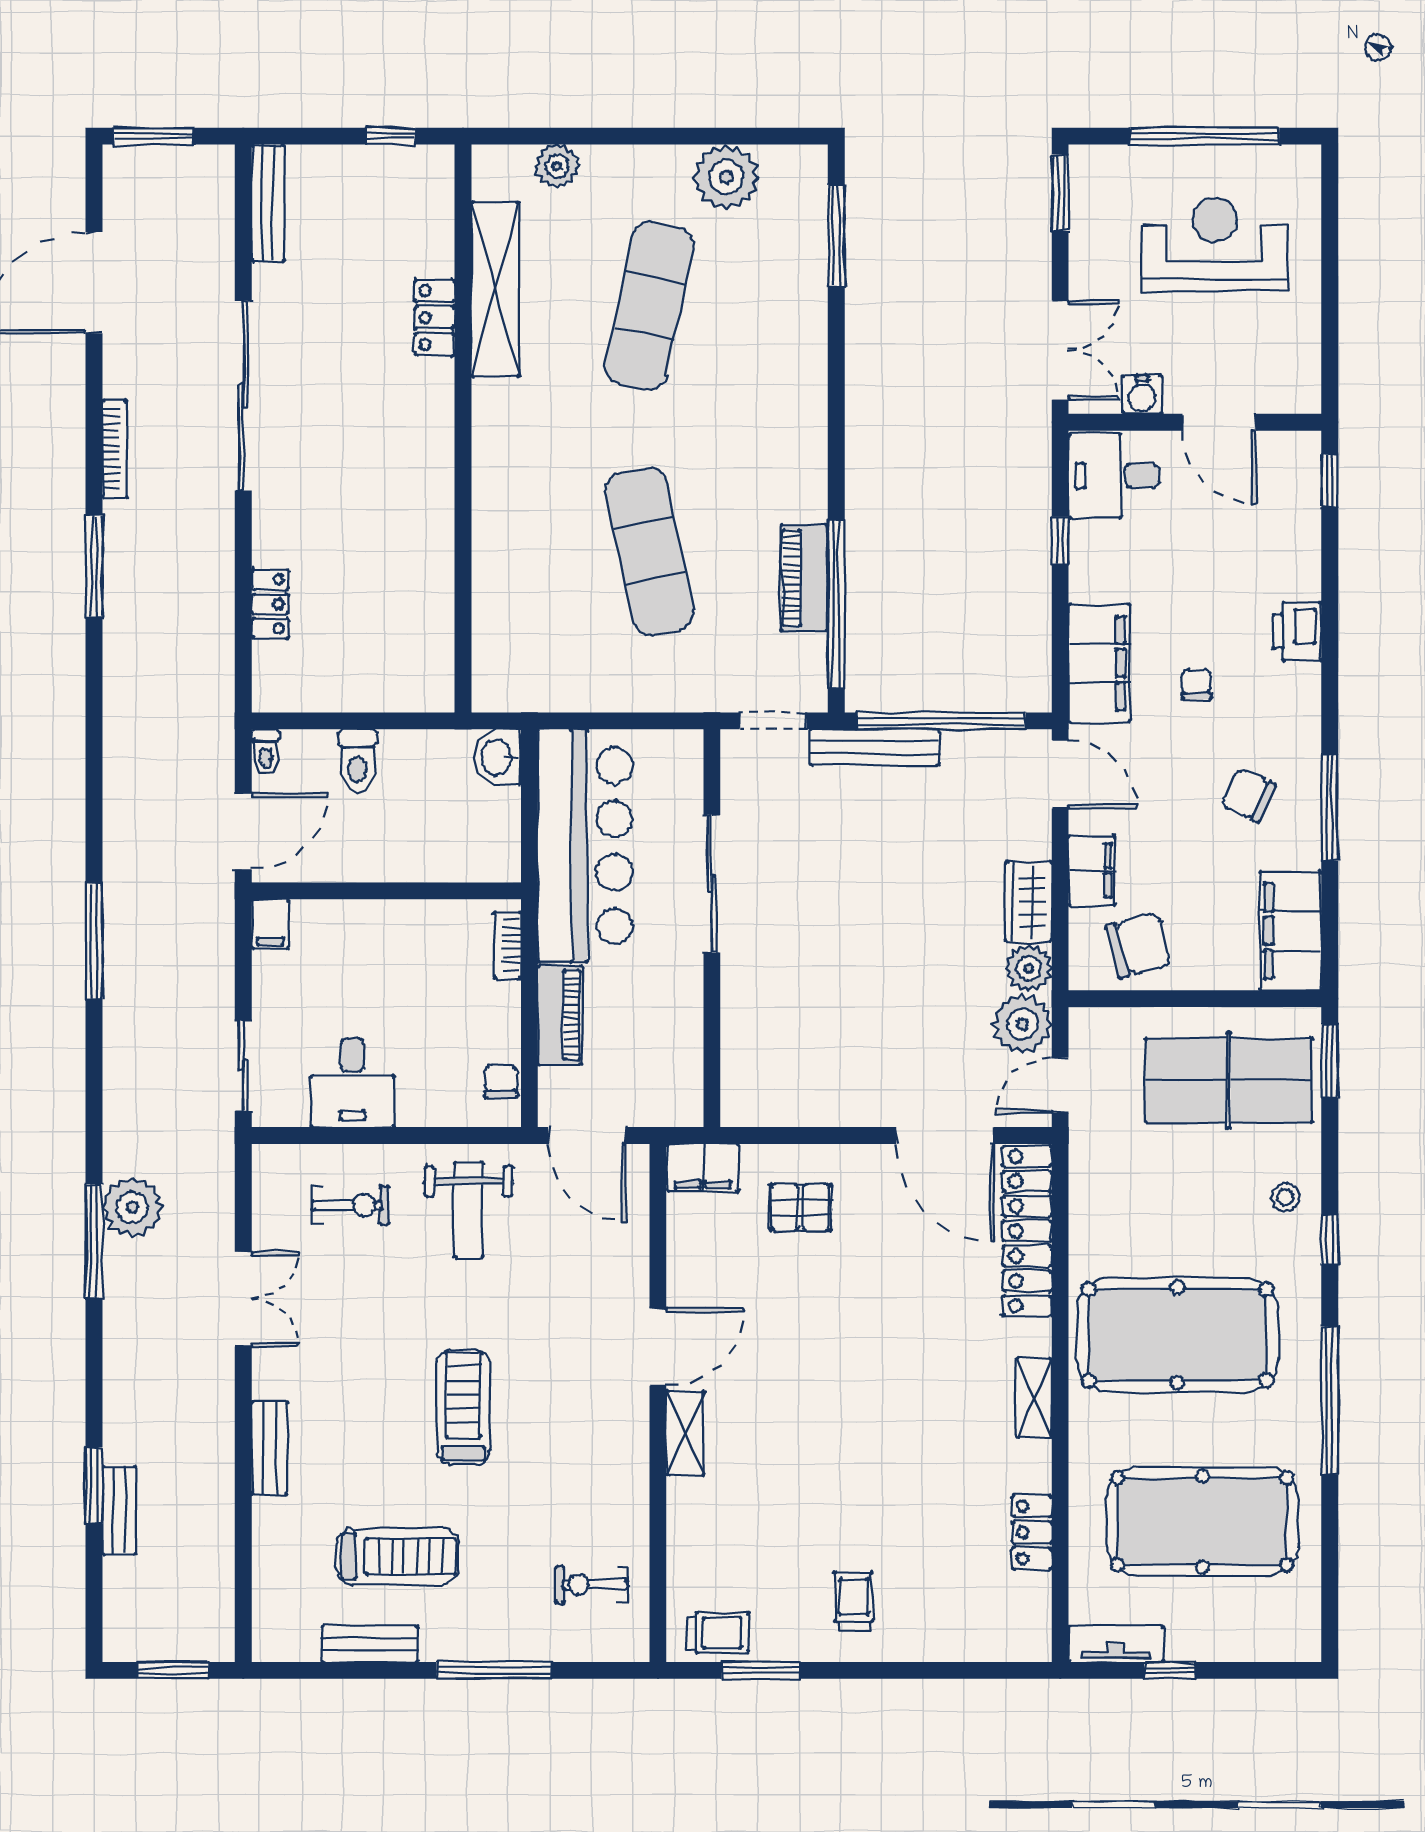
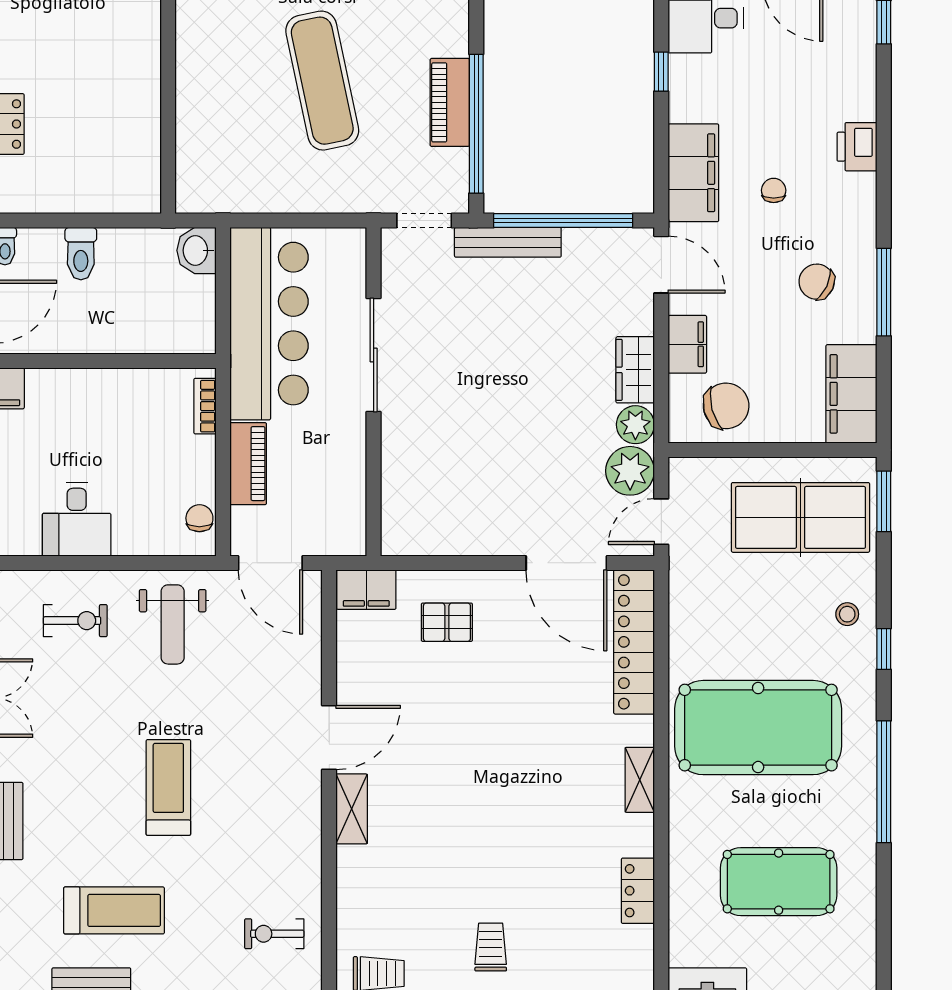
pool table: (1202, 1521) -> (779, 882), width x0.73, depth x0.76

